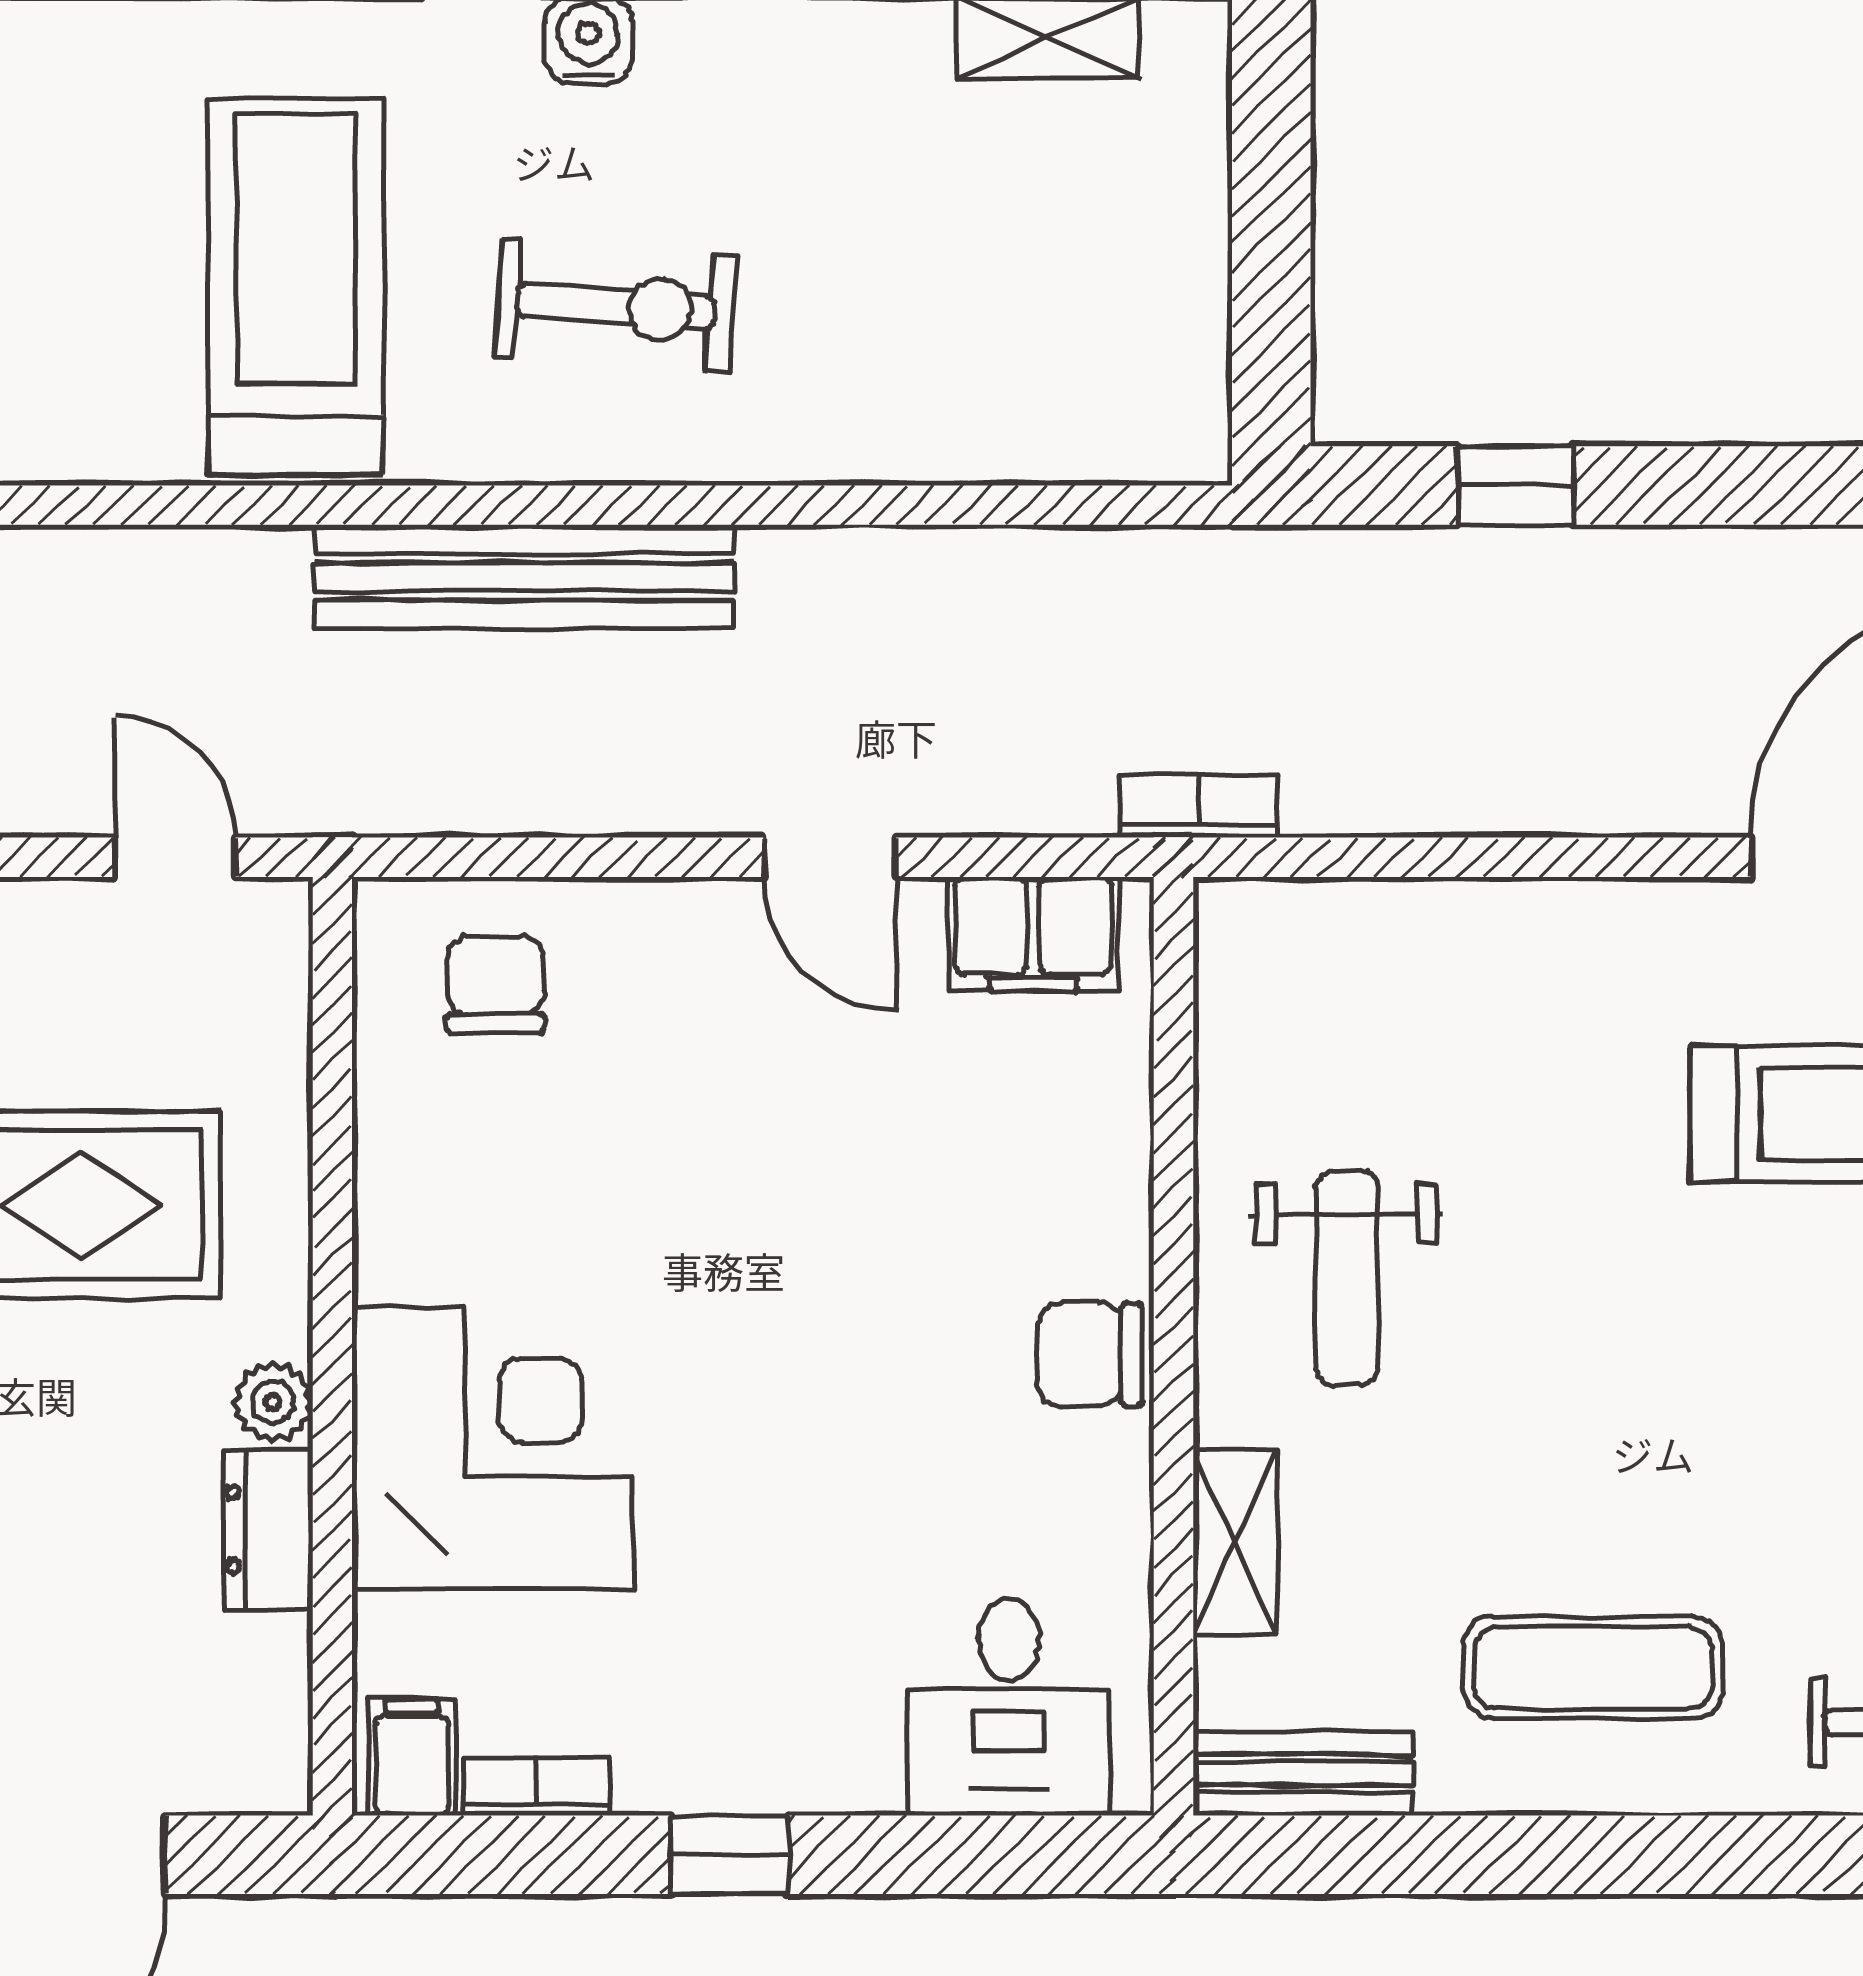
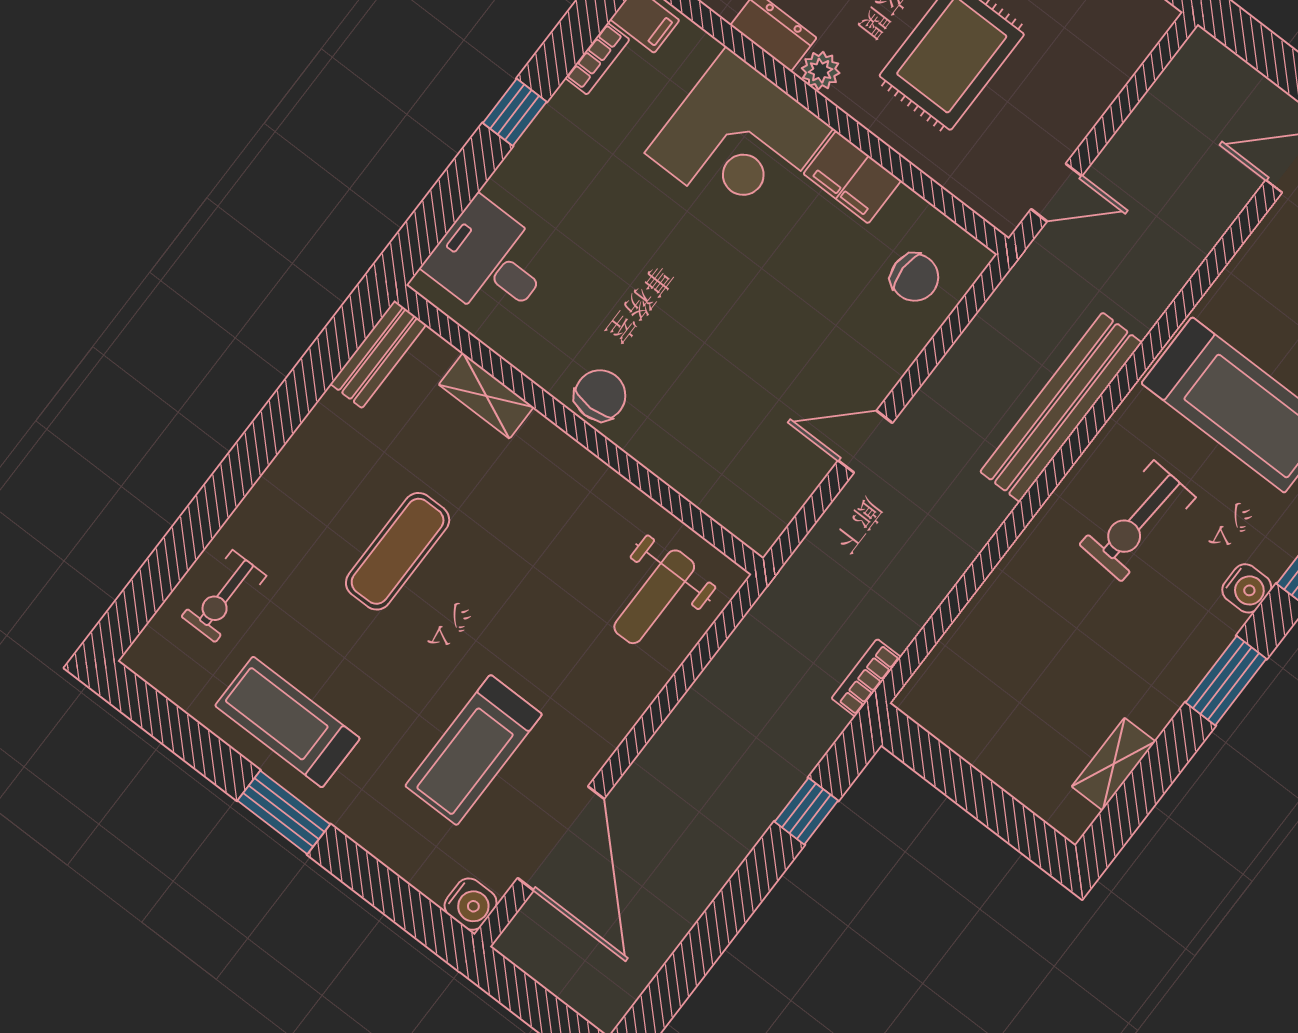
bookcase: (1199, 806) -> (866, 678), moved, turned 180
filing cabinet: (1033, 934) -> (852, 177), moved, turned -90
weight bench: (1347, 1278) -> (654, 597), moved, turned -90
exercise mat: (1593, 1668) -> (398, 551), moved

